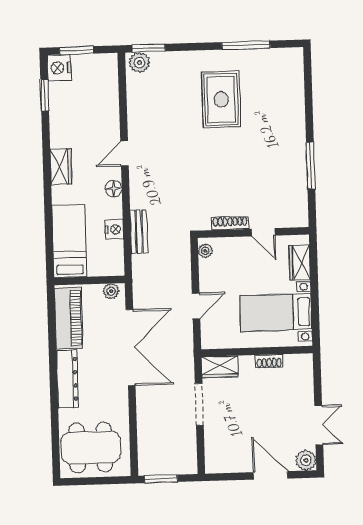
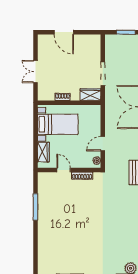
rug: (221, 99) -> (85, 246), removed
door: (196, 306) -> (103, 144), moved
double door: (319, 425) -> (36, 72), moved
plant: (306, 460) -> (43, 40), removed

